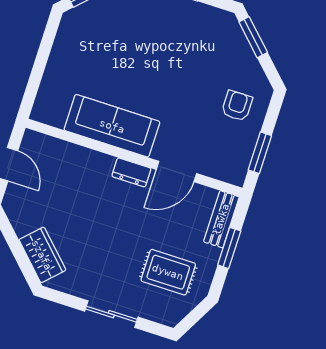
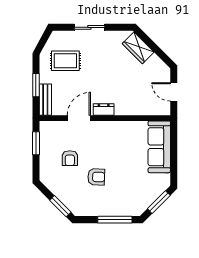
armchair: (179, 66) -> (96, 177), added
armchair: (237, 106) -> (70, 158), moved
sofa: (112, 126) -> (159, 147), moved, turned 90

